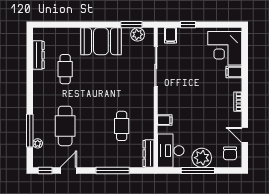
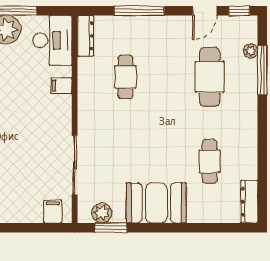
window: (188, 25) -> (27, 228), removed
dresser: (38, 55) -> (249, 202), moved

